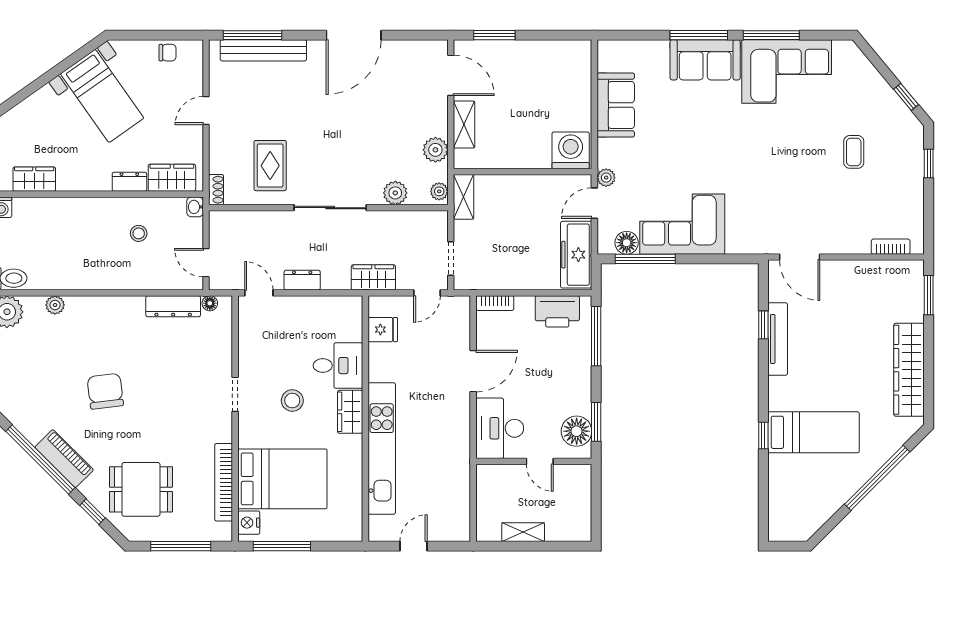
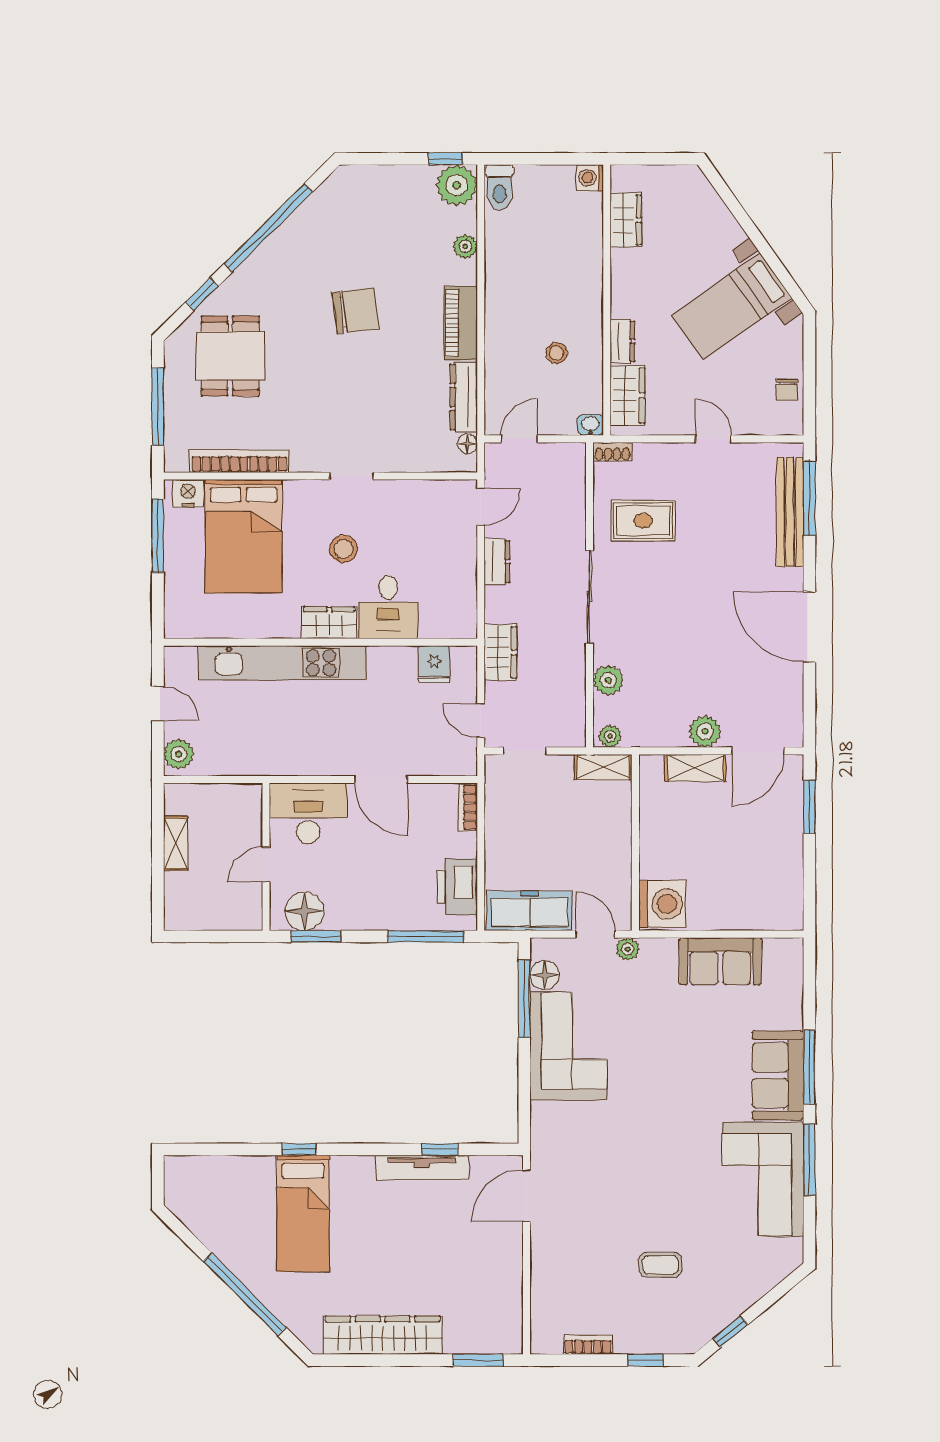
plant: (435, 150) -> (705, 731), moved
bookcase: (891, 247) -> (588, 1345), moved, turned -90
piano: (64, 459) -> (461, 323), moved, turned 135
plant: (453, 530) -> (179, 754), added

